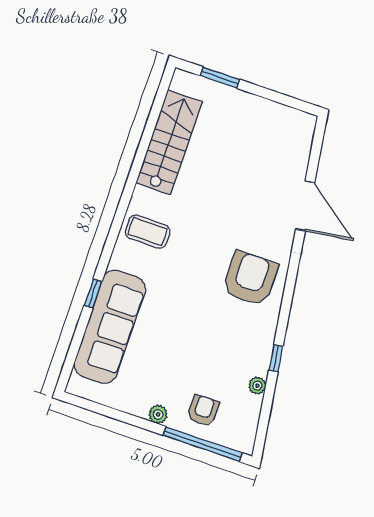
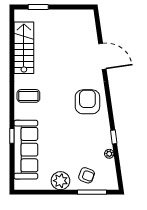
armchair: (203, 410) -> (87, 175), turned 111
plant: (158, 414) -> (60, 181), width x1.88, depth x1.88
window: (203, 444) -> (92, 192), width x0.68

